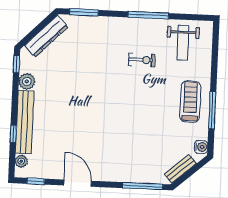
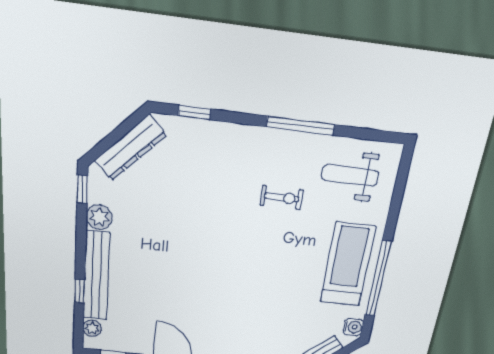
window: (84, 12) -> (194, 112), width x0.67
weight bench: (183, 43) -> (350, 175), turned 90
treadmill: (190, 102) -> (348, 265), width x1.37, depth x1.38
window: (212, 110) -> (378, 279), width x1.46

